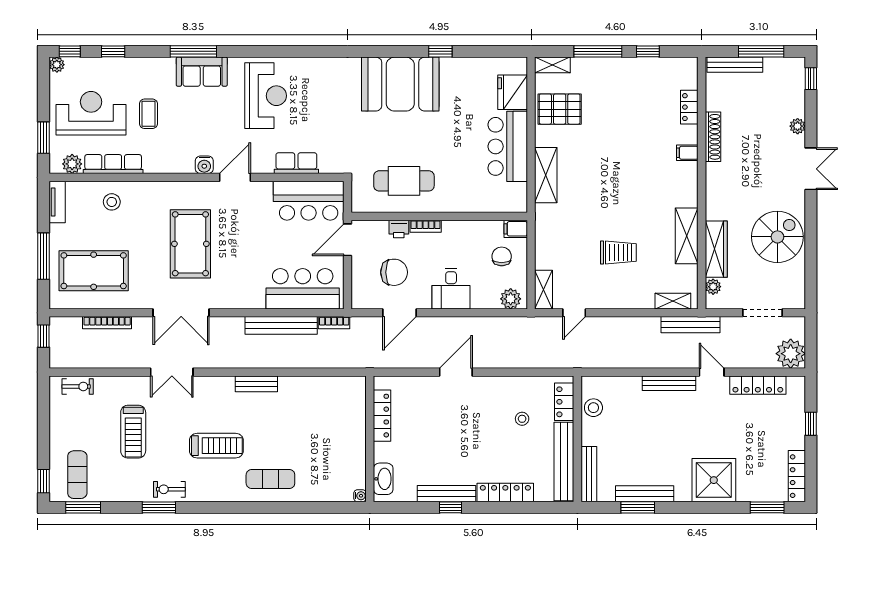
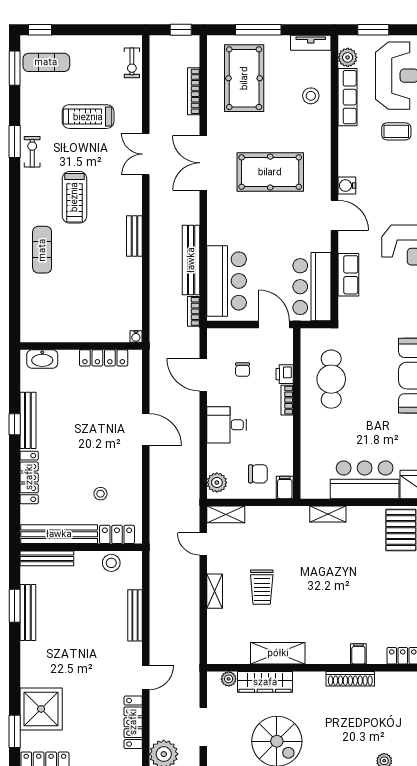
shoe rack: (713, 137) -> (350, 679), moved
shelving: (546, 175) -> (328, 514), width x0.67, depth x0.75
chair: (394, 272) -> (243, 370), width x0.54, depth x0.54
shelving: (673, 301) -> (215, 591), moved
bench: (691, 325) -> (192, 657), removed
bench: (669, 383) -> (135, 615), moved
shower: (714, 480) -> (41, 709), moved
water cooler: (360, 496) -> (136, 336), moved

